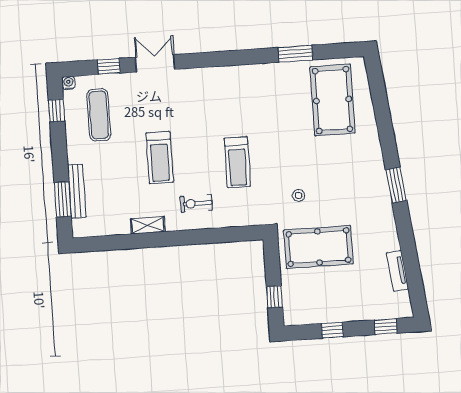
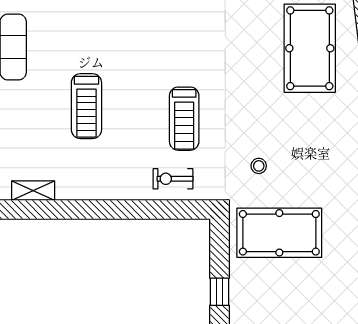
exercise bike: (196, 203) -> (173, 179), moved
shelving: (148, 225) -> (33, 191), moved

